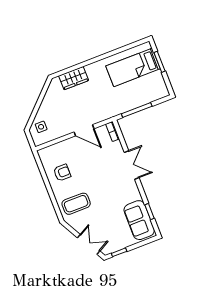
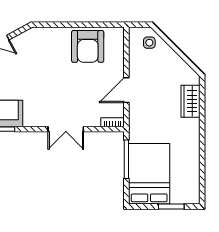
bed: (133, 67) -> (149, 174), moved, width x1.50
armchair: (62, 173) -> (88, 46), width x1.88, depth x1.88
coffee table: (76, 204) -> (46, 49), removed

